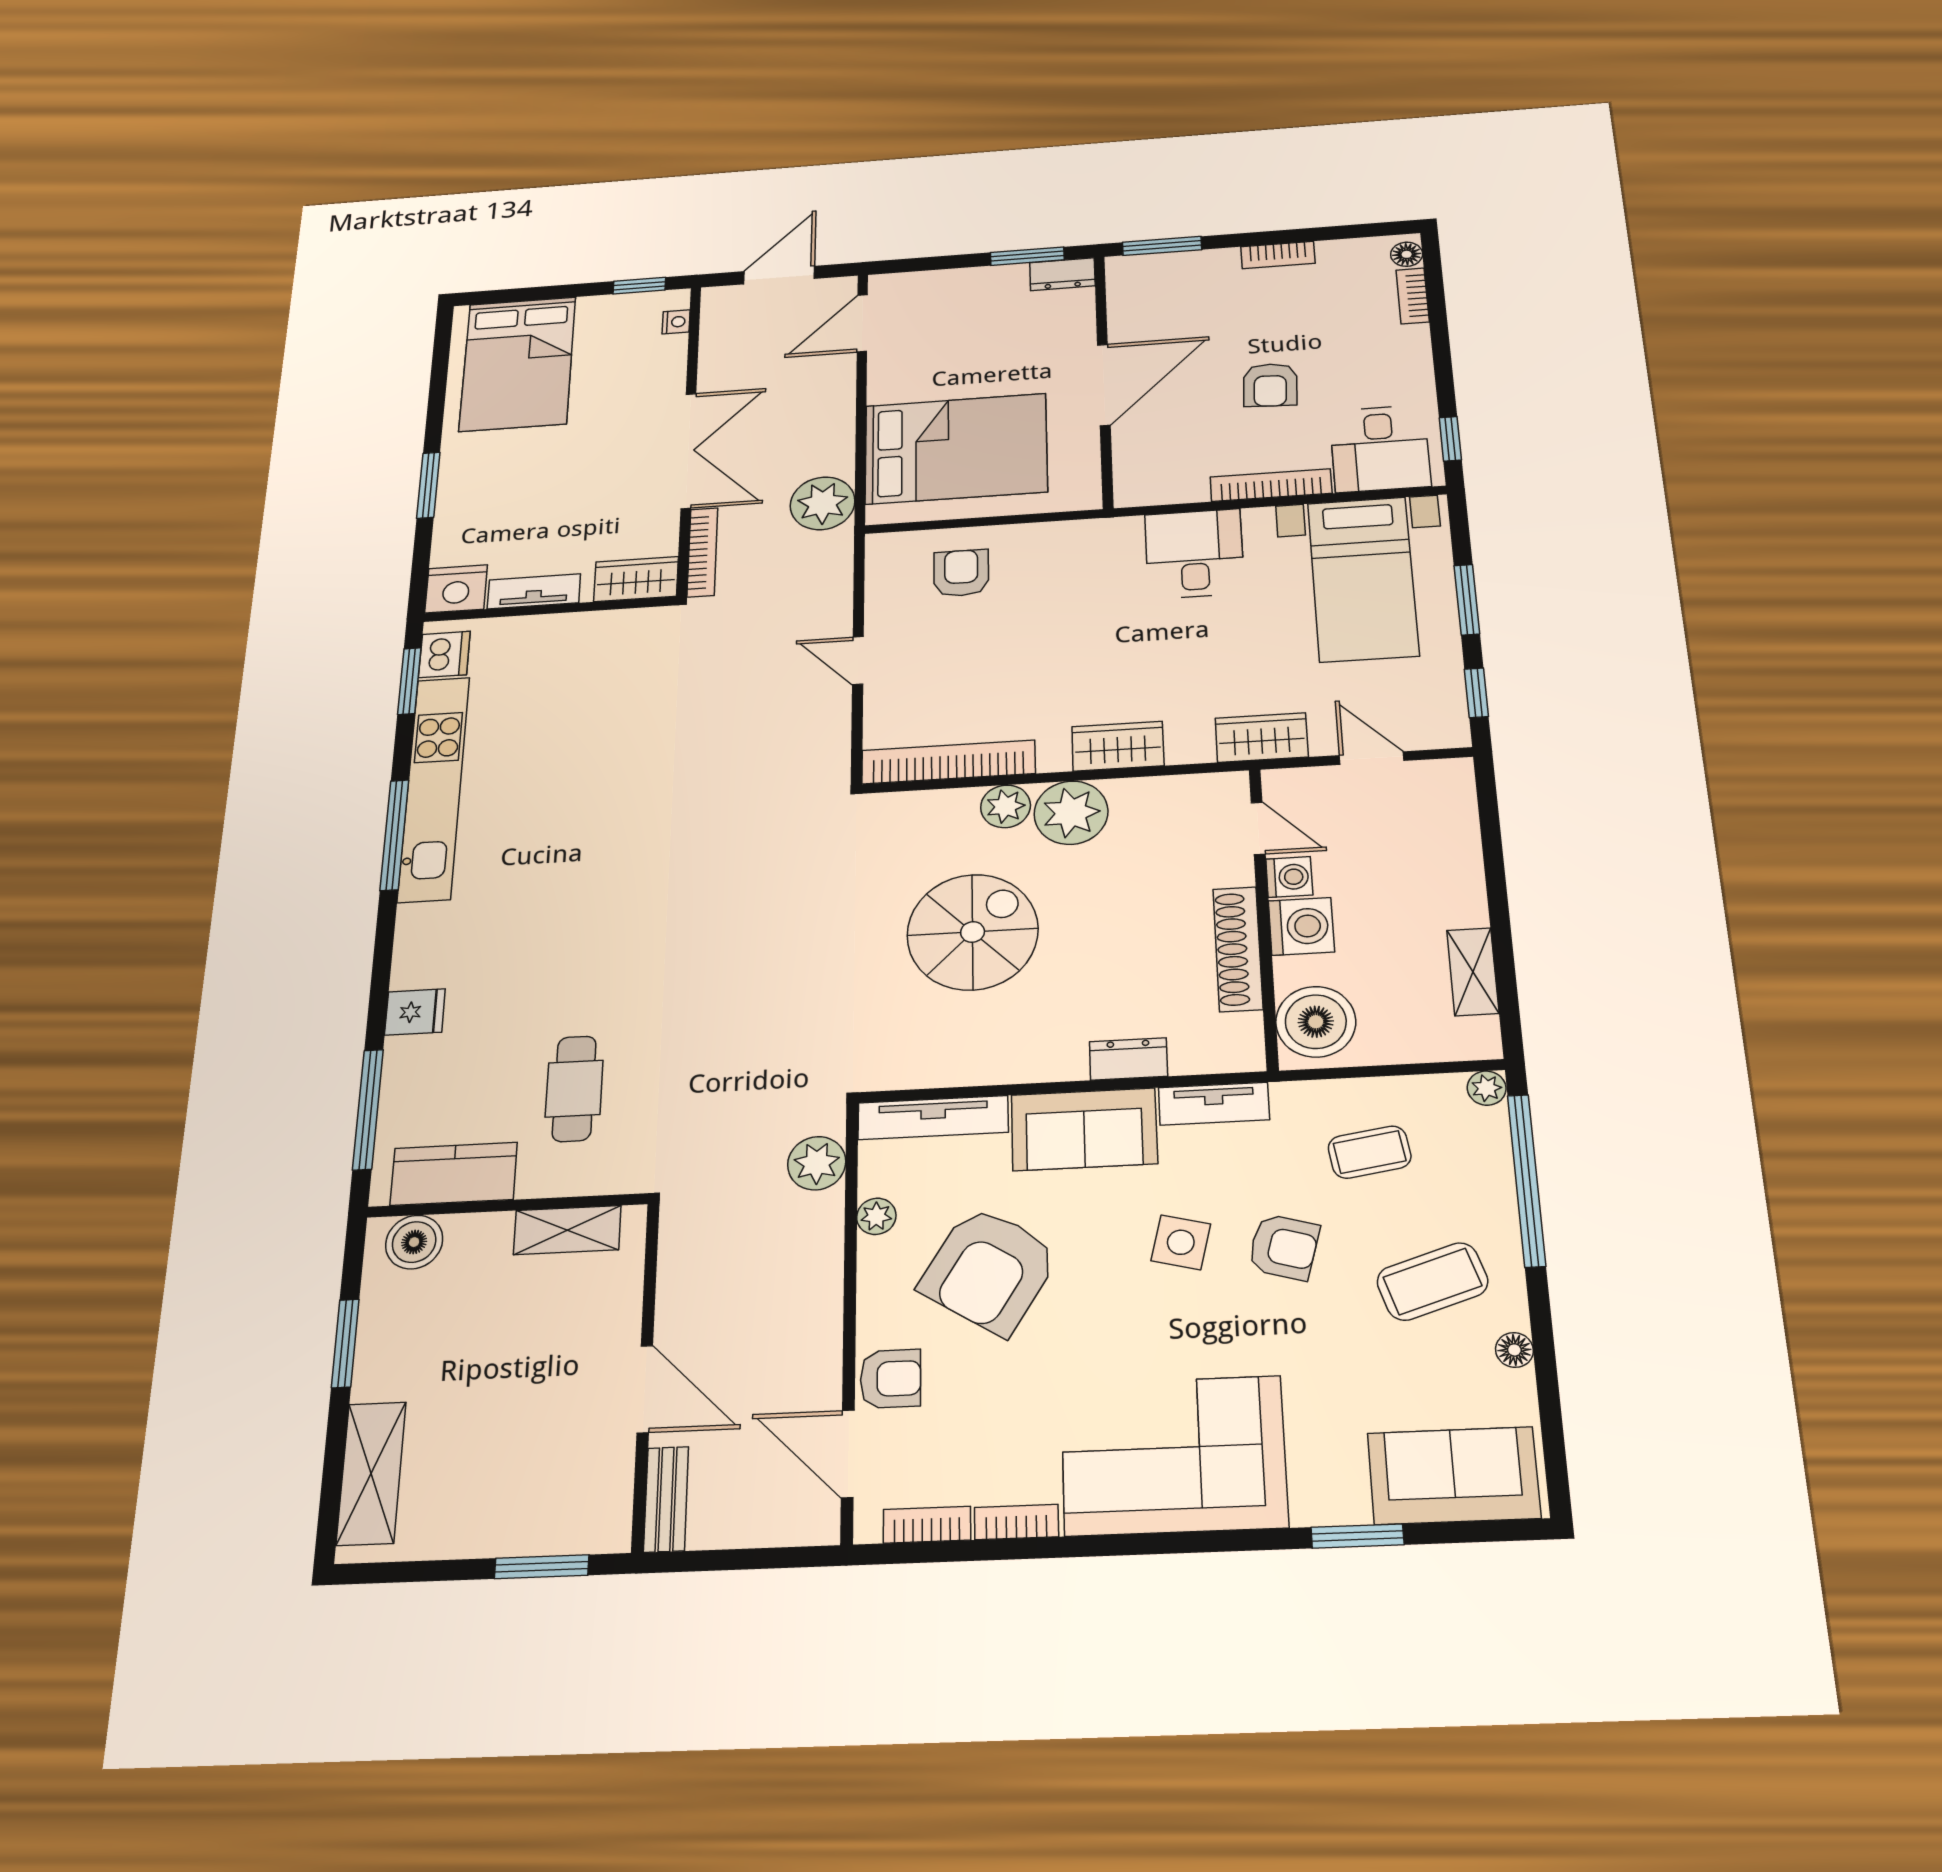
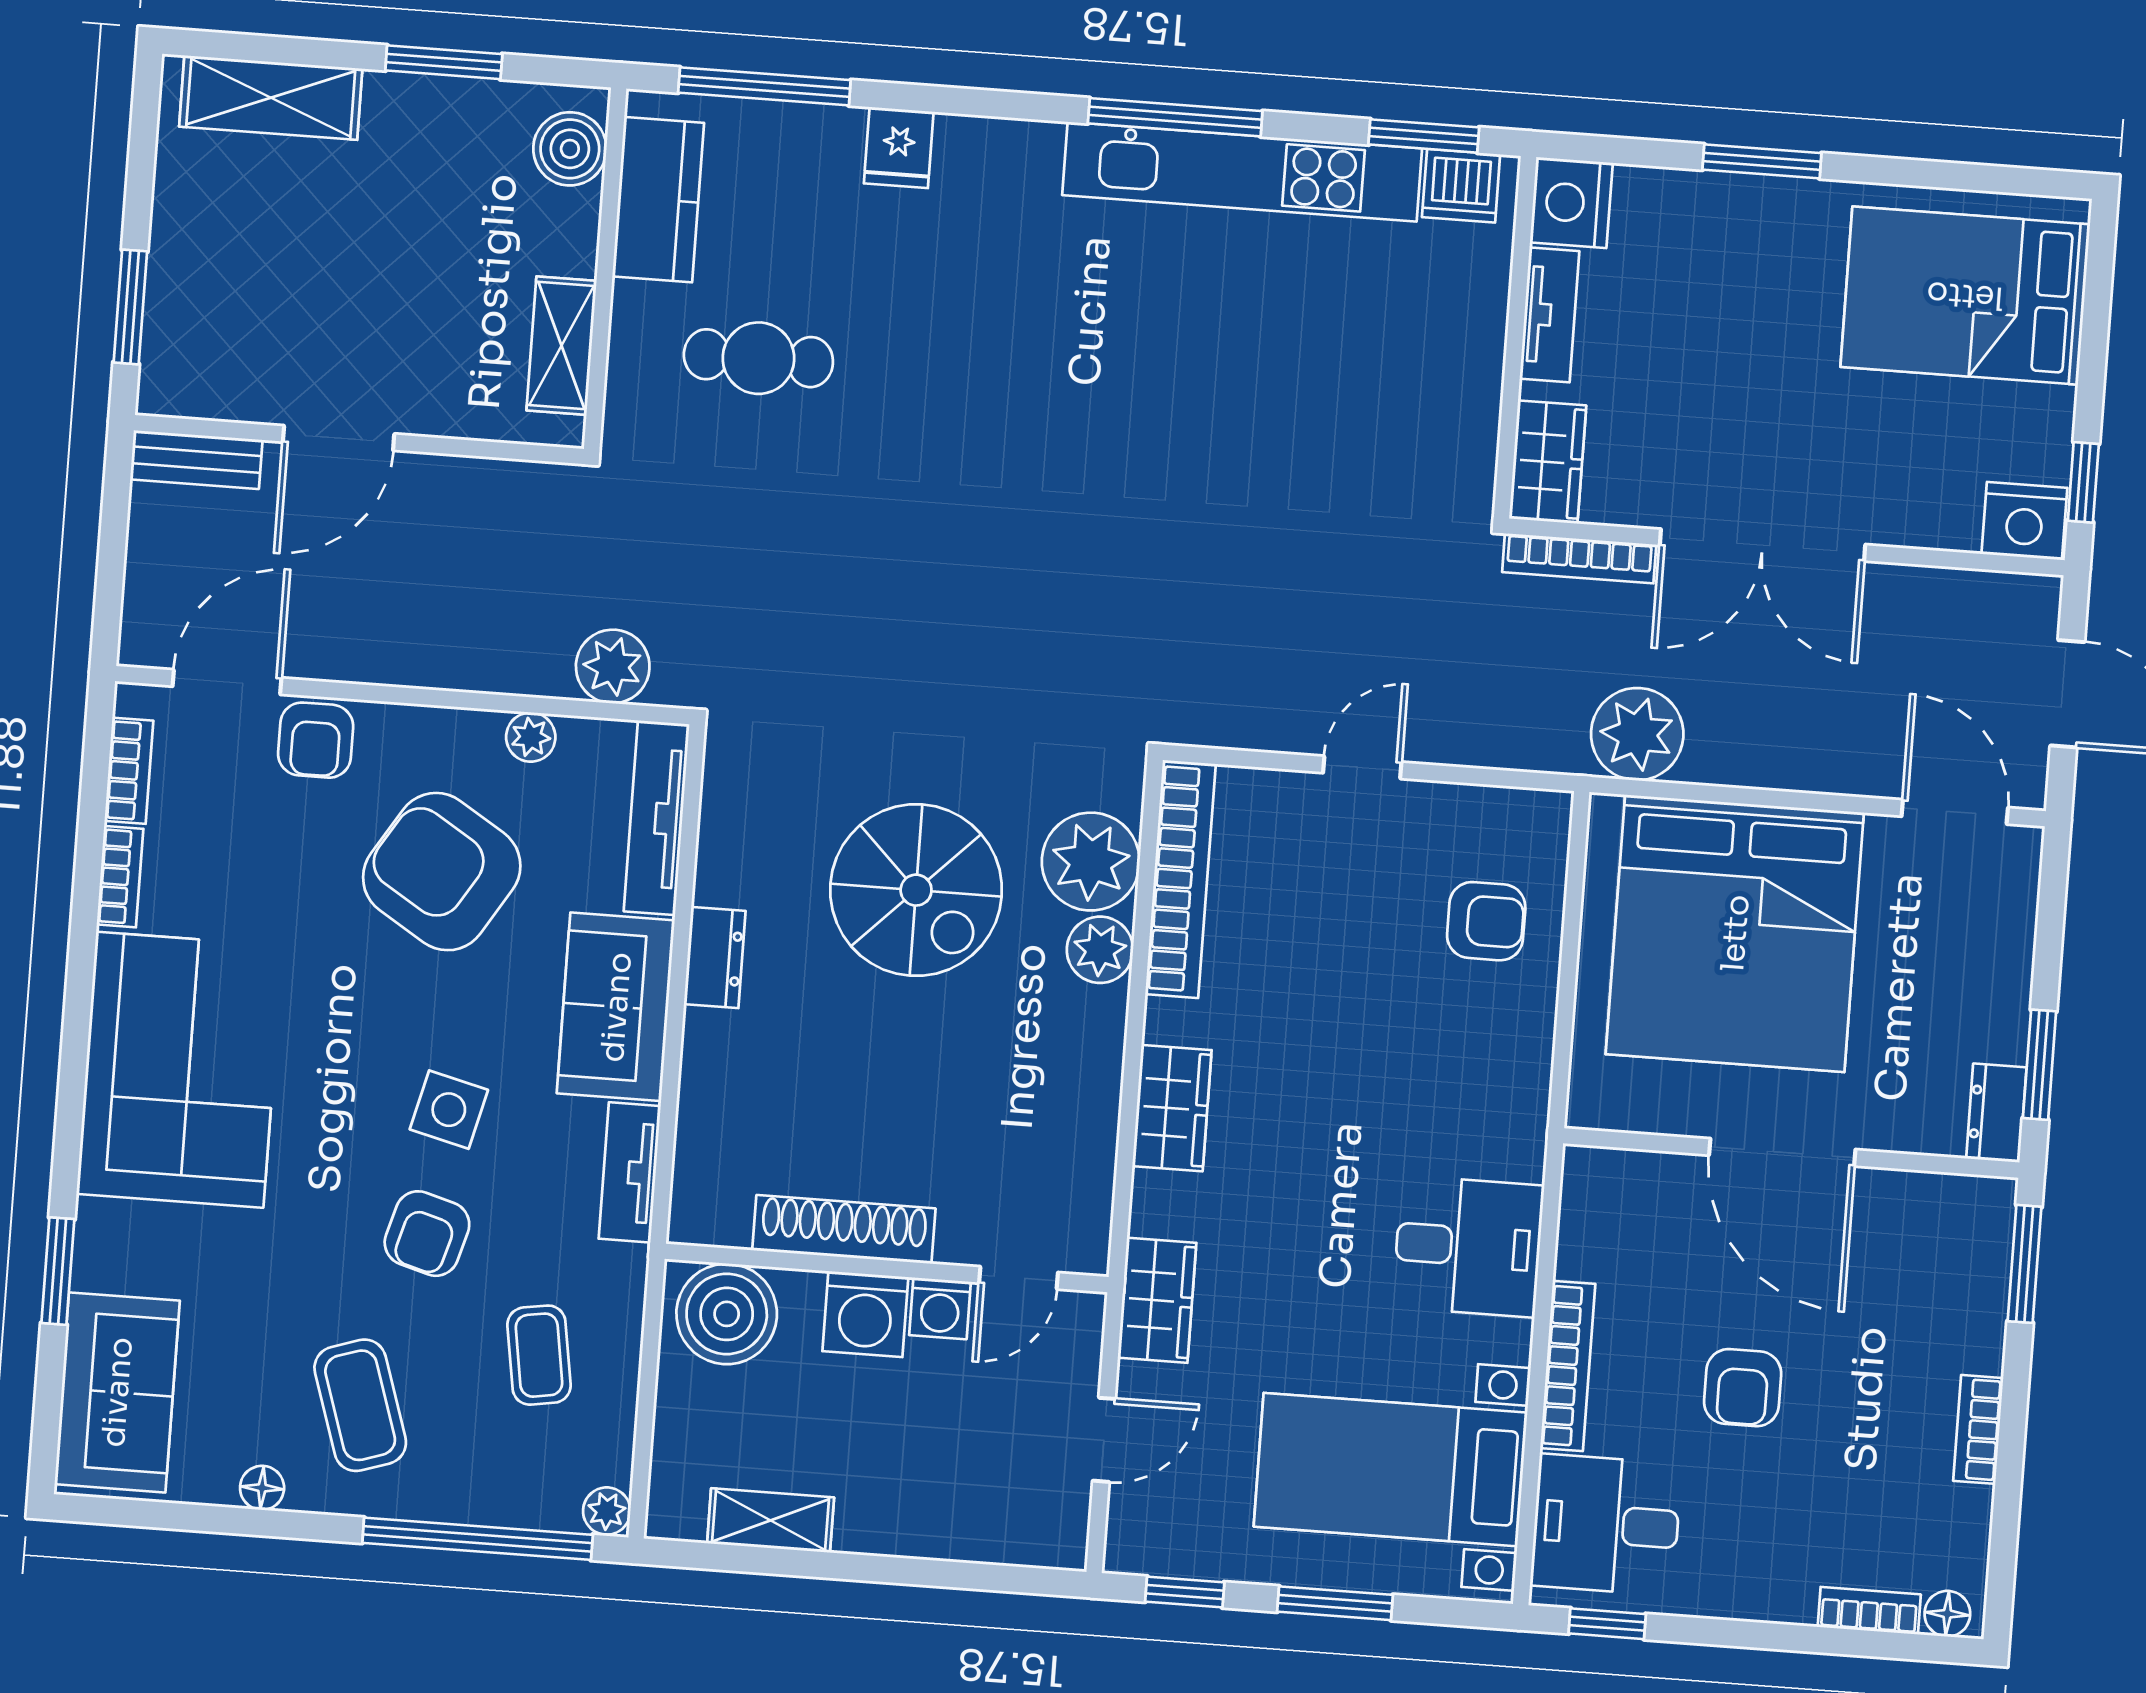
nightstand: (676, 322) -> (2024, 521), width x1.89, depth x1.79
armchair: (1270, 385) -> (1743, 1388), turned -93
bed: (956, 449) -> (1735, 933), width x1.36
plant: (1071, 813) -> (1091, 862), moved
dresser: (1128, 1059) -> (715, 957), moved

